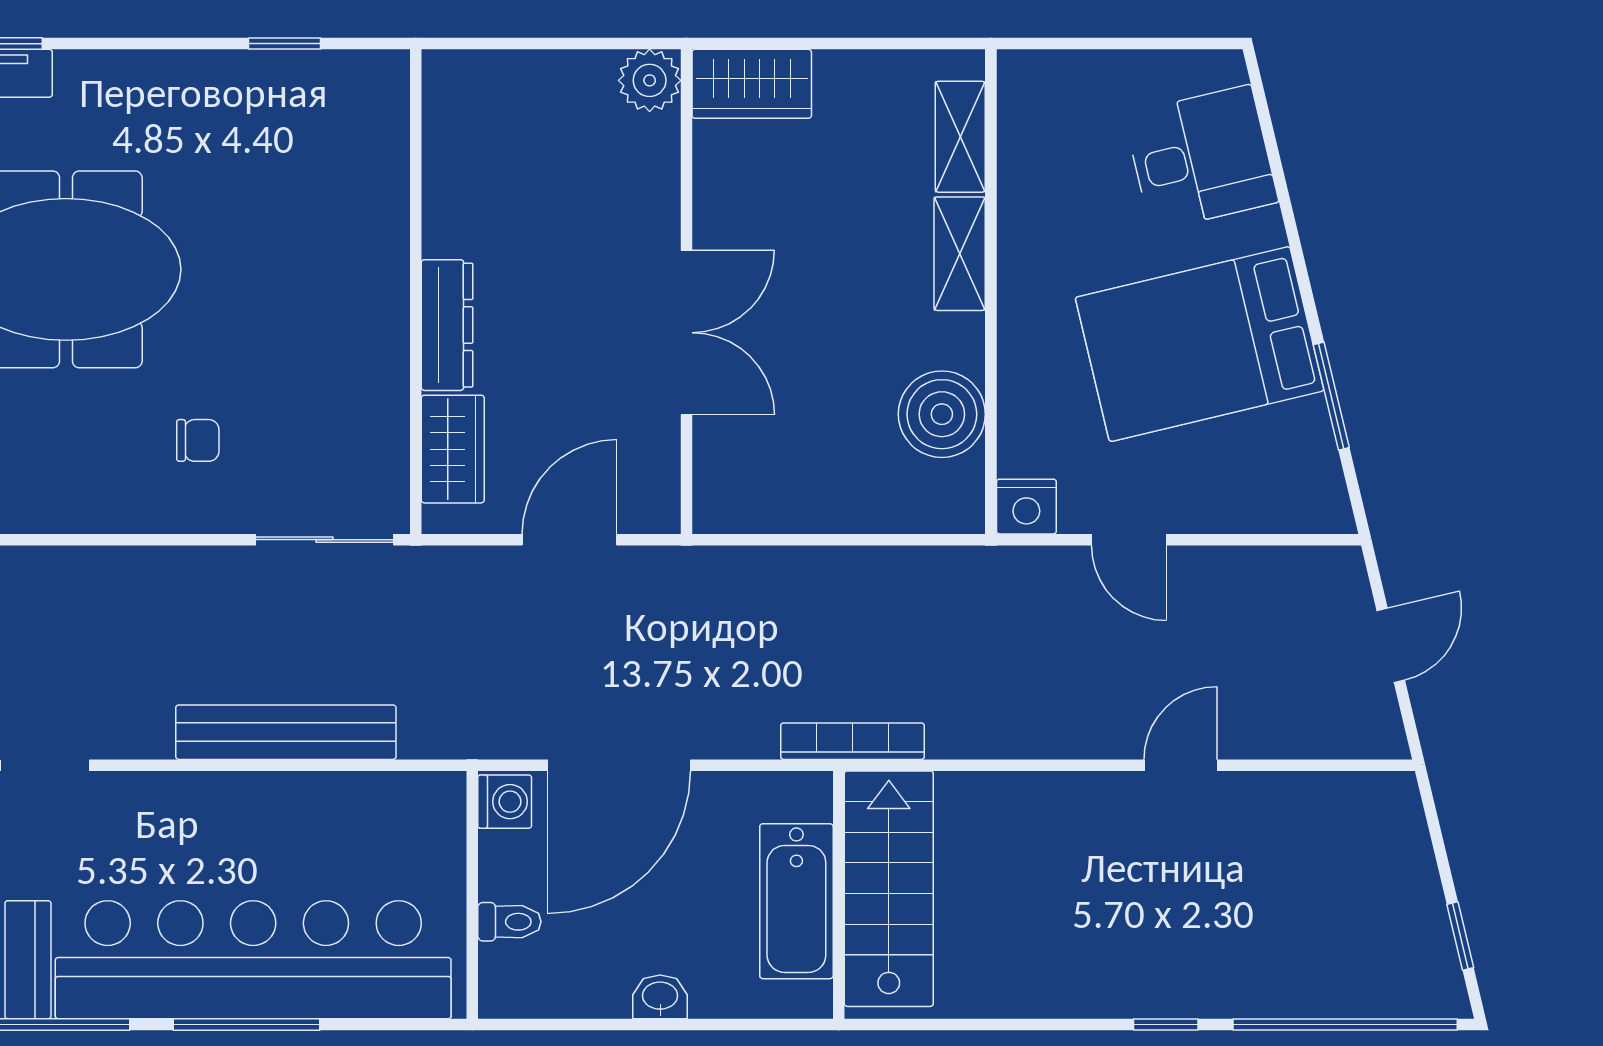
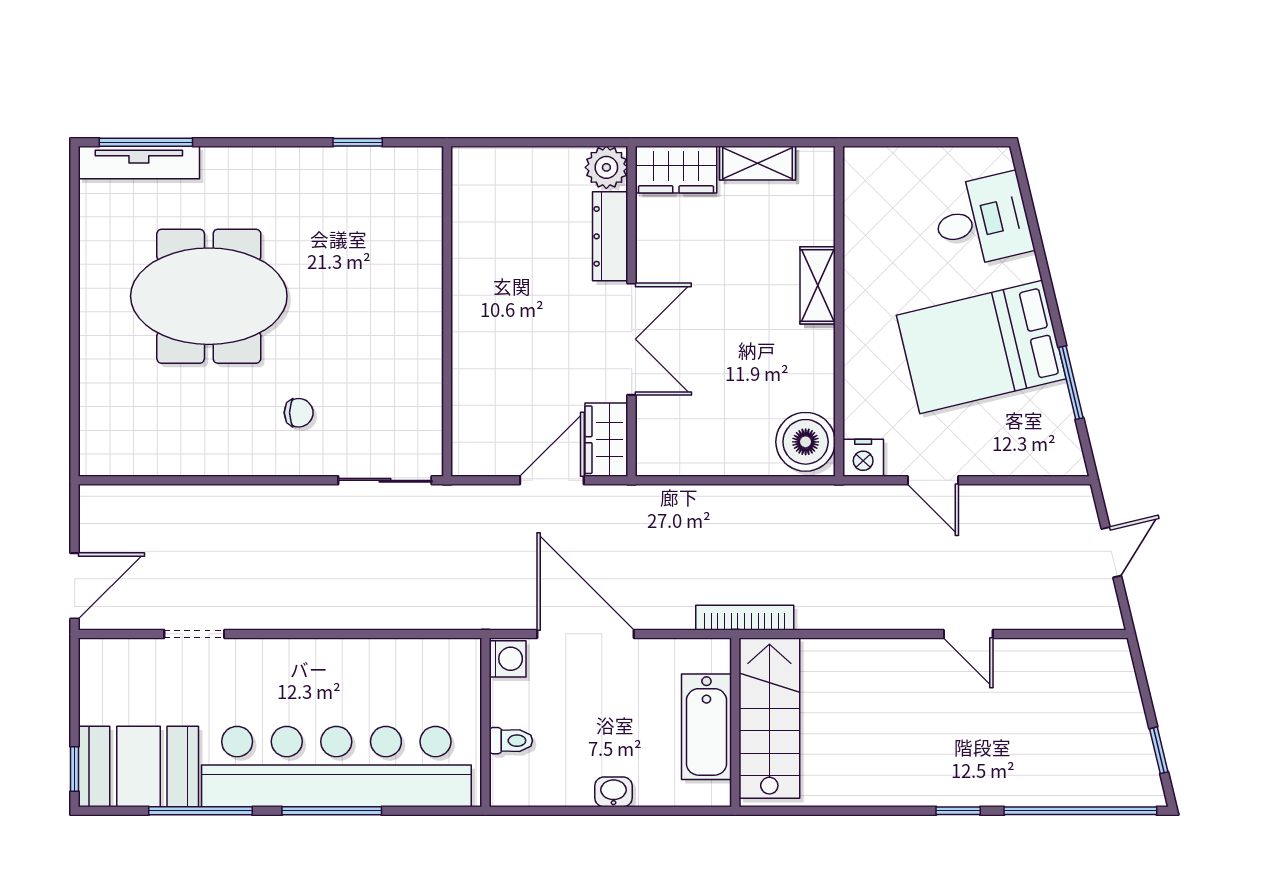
shelving: (960, 137) -> (758, 163), moved, turned 90
dresser: (447, 325) -> (610, 236), moved, turned 180
boiler: (942, 414) -> (806, 442), moved
wardrobe: (453, 449) -> (606, 440), moved, turned 180
bench: (286, 732) -> (359, 611), removed
door: (619, 765) -> (586, 634), swing flipped
door: (1181, 765) -> (968, 634), swing flipped

